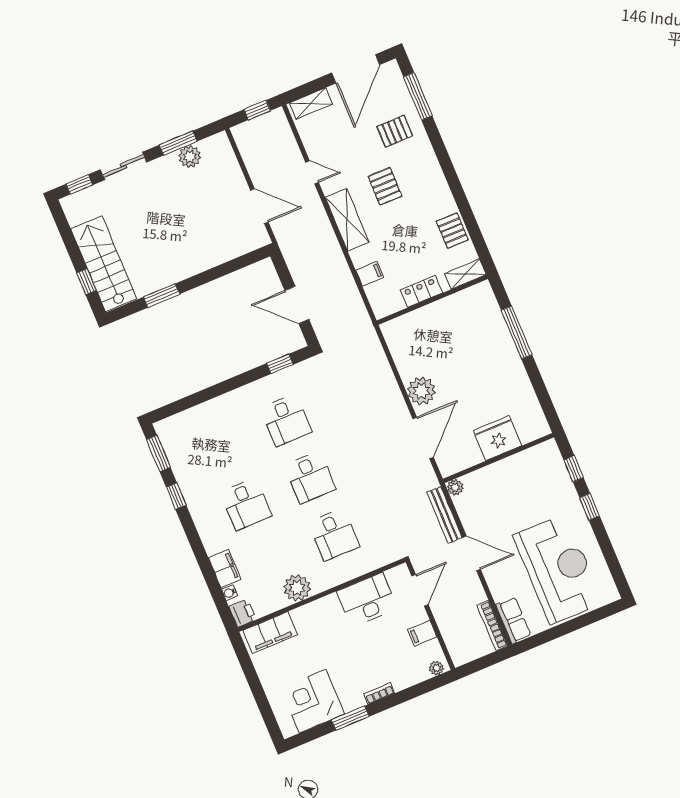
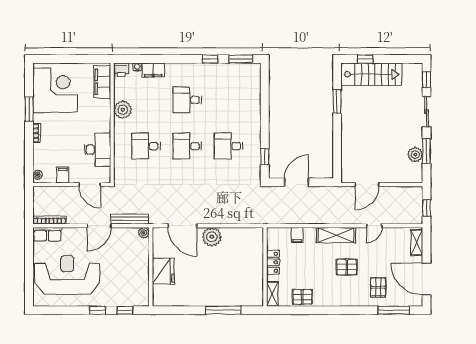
reception desk: (558, 569) -> (67, 275), turned 180
corner desk: (313, 701) -> (55, 90), width x1.36, depth x1.36

